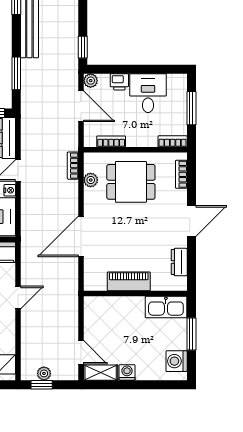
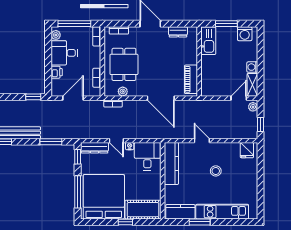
plant: (91, 81) -> (56, 35), moved
window: (191, 108) -> (74, 24), width x1.44
piano: (129, 281) -> (191, 79), moved
plant: (44, 373) -> (253, 107), moved

